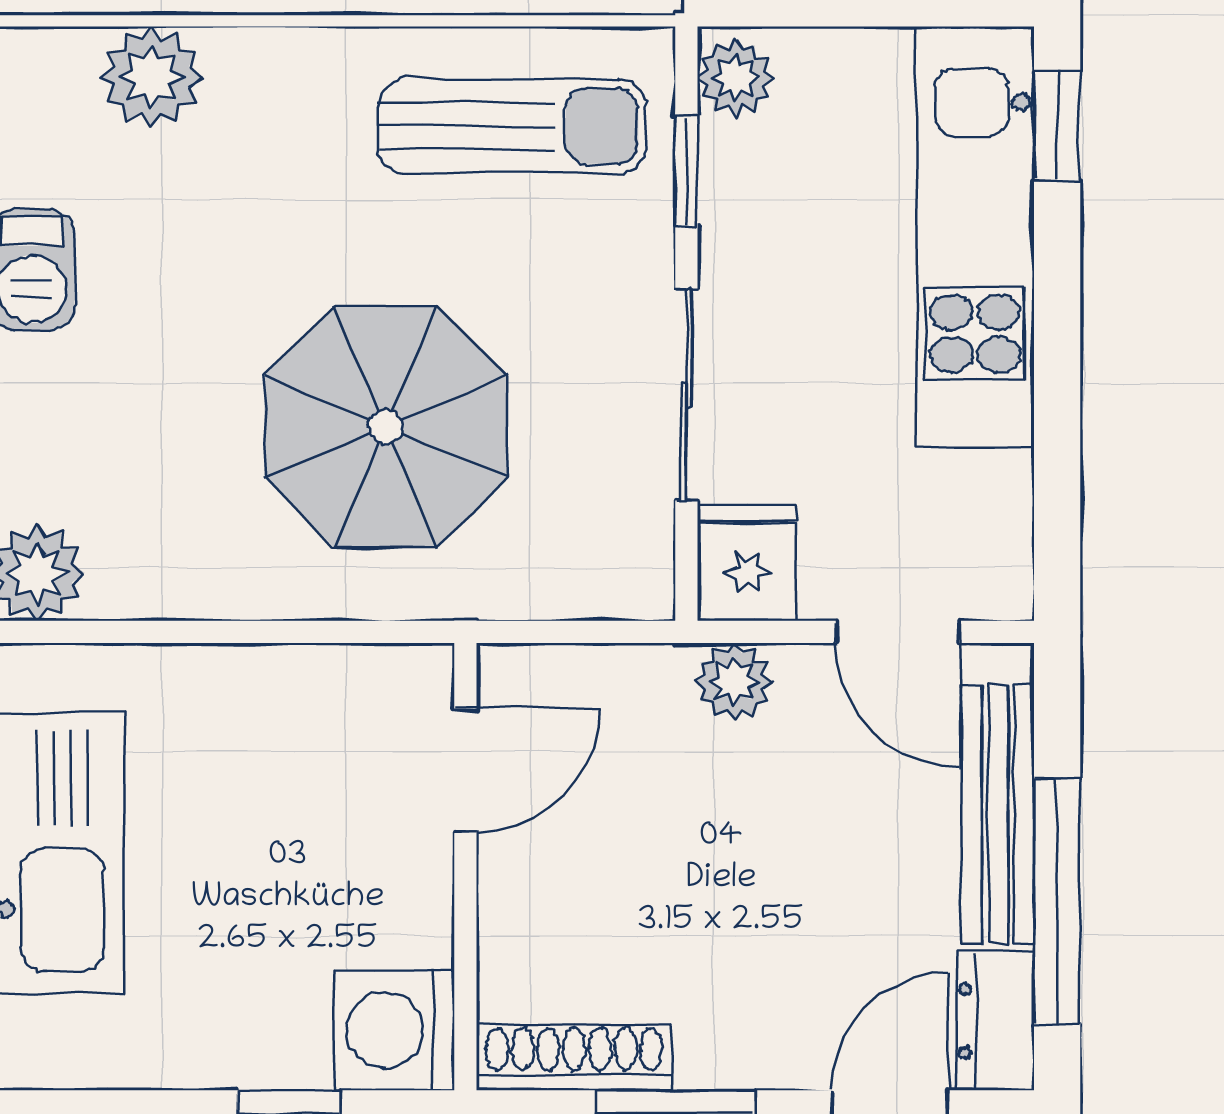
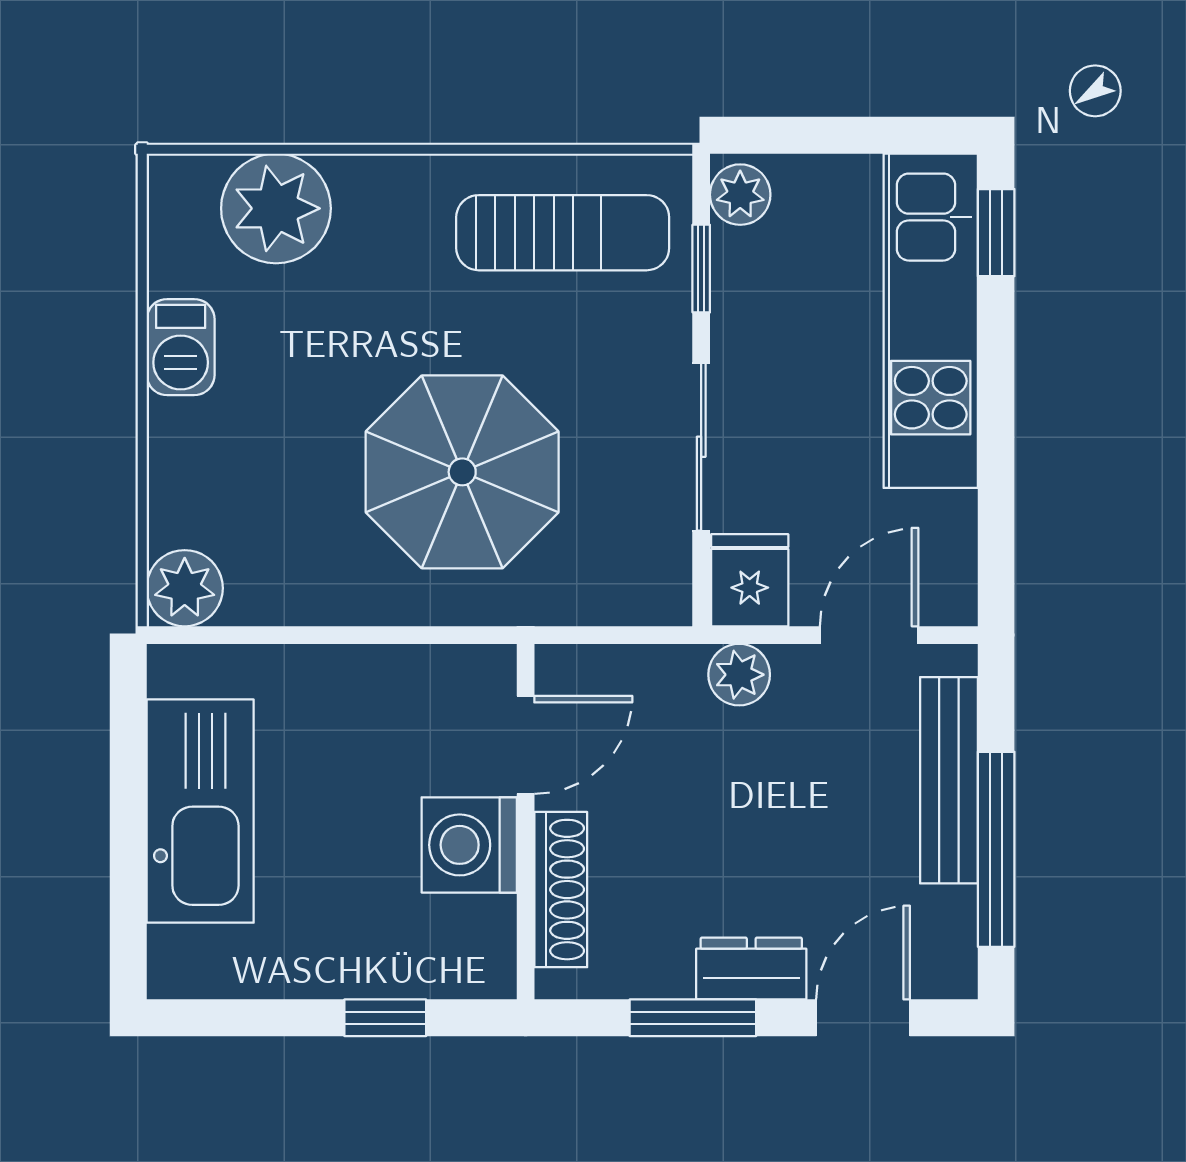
plant: (151, 77) -> (276, 208), width x1.36, depth x1.36
door: (897, 632) -> (869, 635), swing flipped
dresser: (995, 1021) -> (751, 968), moved, turned 90
washing machine: (394, 1030) -> (469, 845), moved
shoe rack: (574, 1057) -> (561, 890), moved, turned 90

